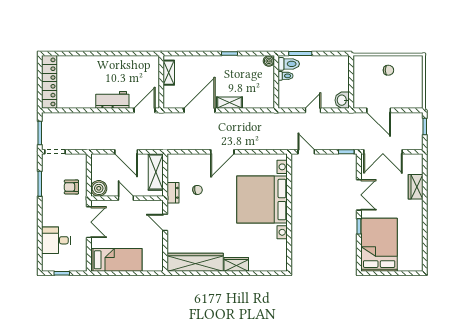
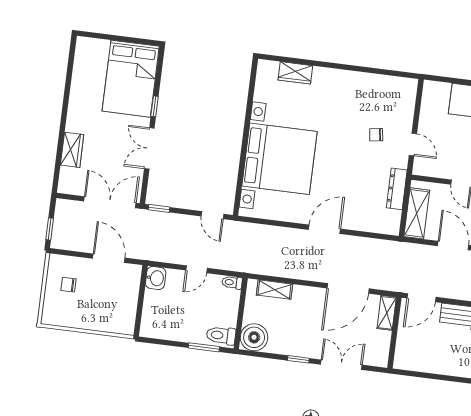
double door: (197, 54) -> (341, 365), added
boiler: (269, 61) -> (254, 337), width x1.86, depth x1.86
chair: (388, 70) -> (69, 285), moved
shelving: (169, 73) -> (387, 313), moved
toilet: (286, 76) -> (232, 282), moved
shelving: (230, 103) -> (274, 290), moved
chair: (198, 190) -> (376, 135), moved
dresser: (173, 193) -> (397, 189), width x1.44
wardrobe: (195, 262) -> (380, 86), removed
wardrobe: (236, 264) -> (295, 73), moved

